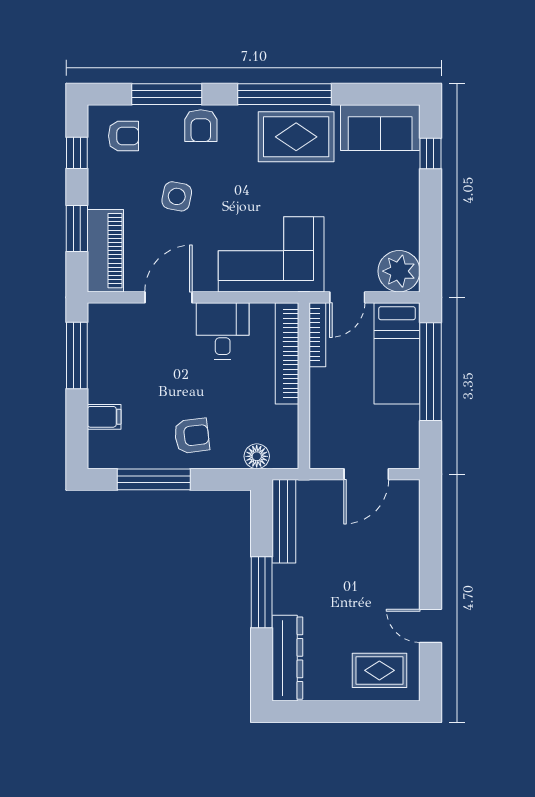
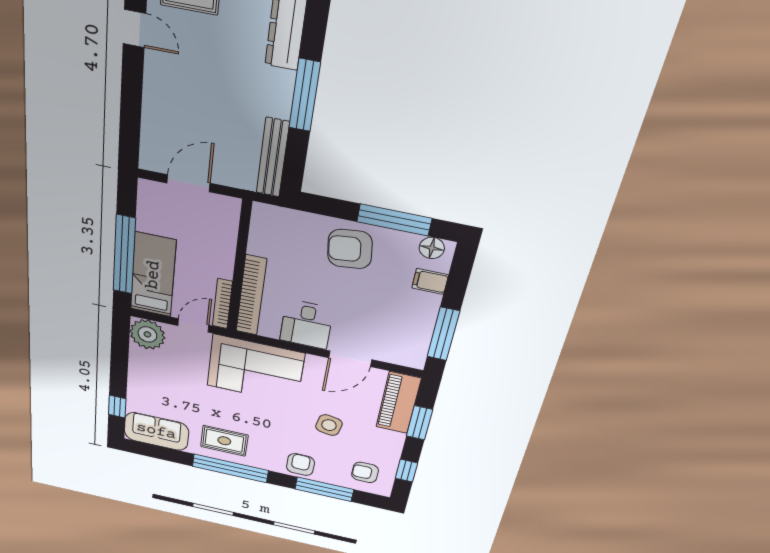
rug: (296, 137) -> (224, 441), width x0.73, depth x0.70
armchair: (192, 436) -> (350, 249), width x1.38, depth x1.38
floor lamp: (257, 456) -> (432, 248), moved

